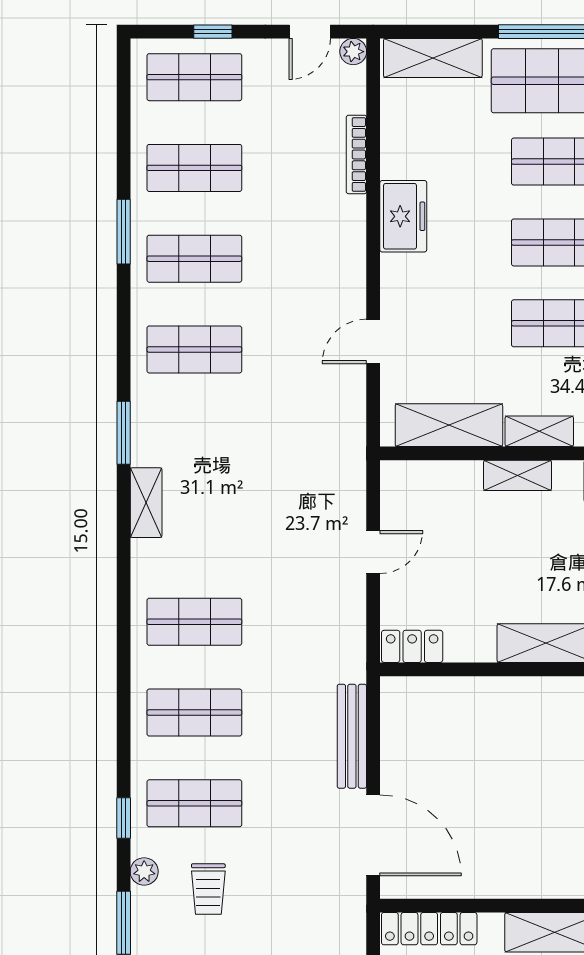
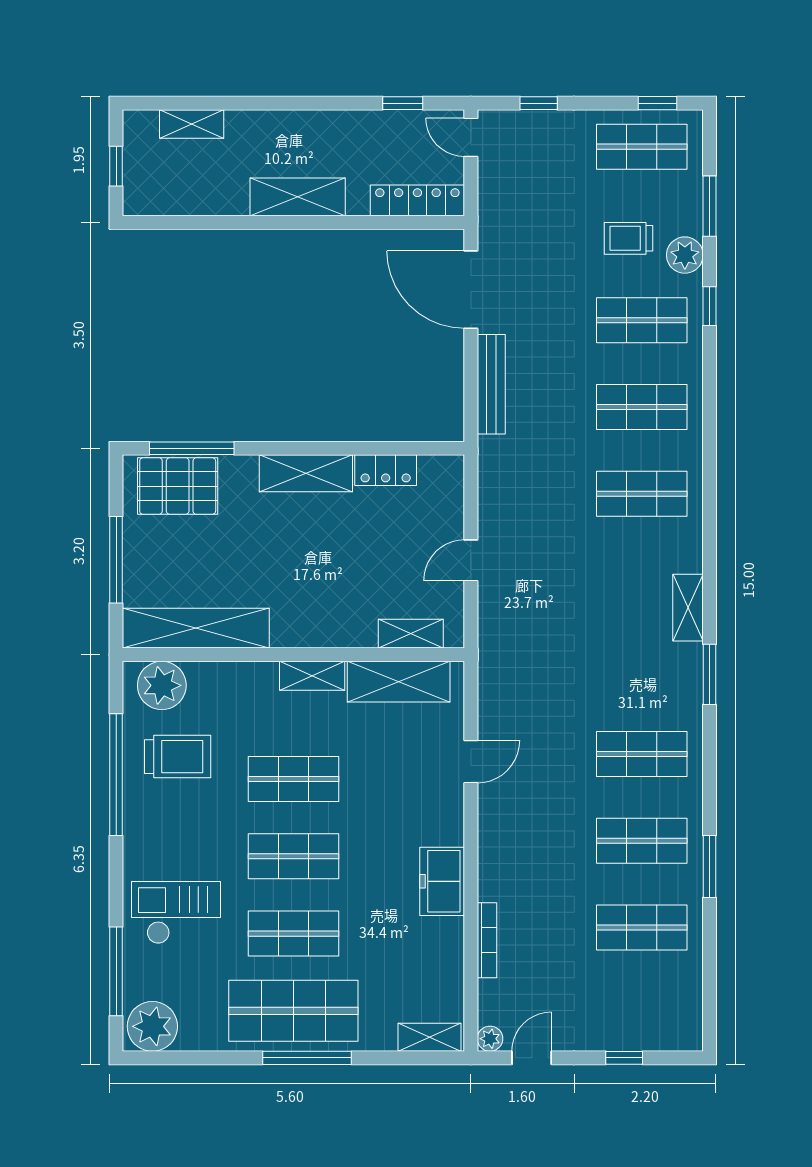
shelving: (433, 58) -> (430, 1037), width x0.67, depth x0.75
shop shelf: (194, 77) -> (642, 1014), removed
shelving: (518, 475) -> (411, 634), moved
locker: (412, 646) -> (386, 470), moved
plant: (144, 871) -> (685, 255), width x1.38, depth x1.38
trolley: (208, 889) -> (629, 238), turned -90

